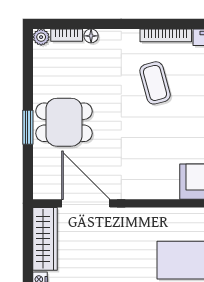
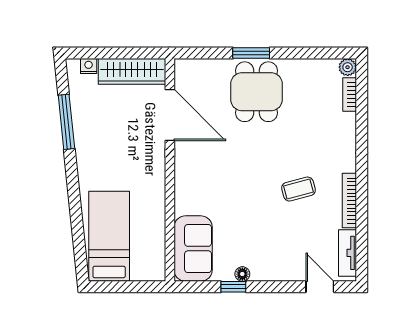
floor lamp: (91, 36) -> (349, 121), removed
coffee table: (155, 83) -> (298, 189), width x0.73, depth x0.77
door: (86, 203) -> (170, 115), hinge flipped

